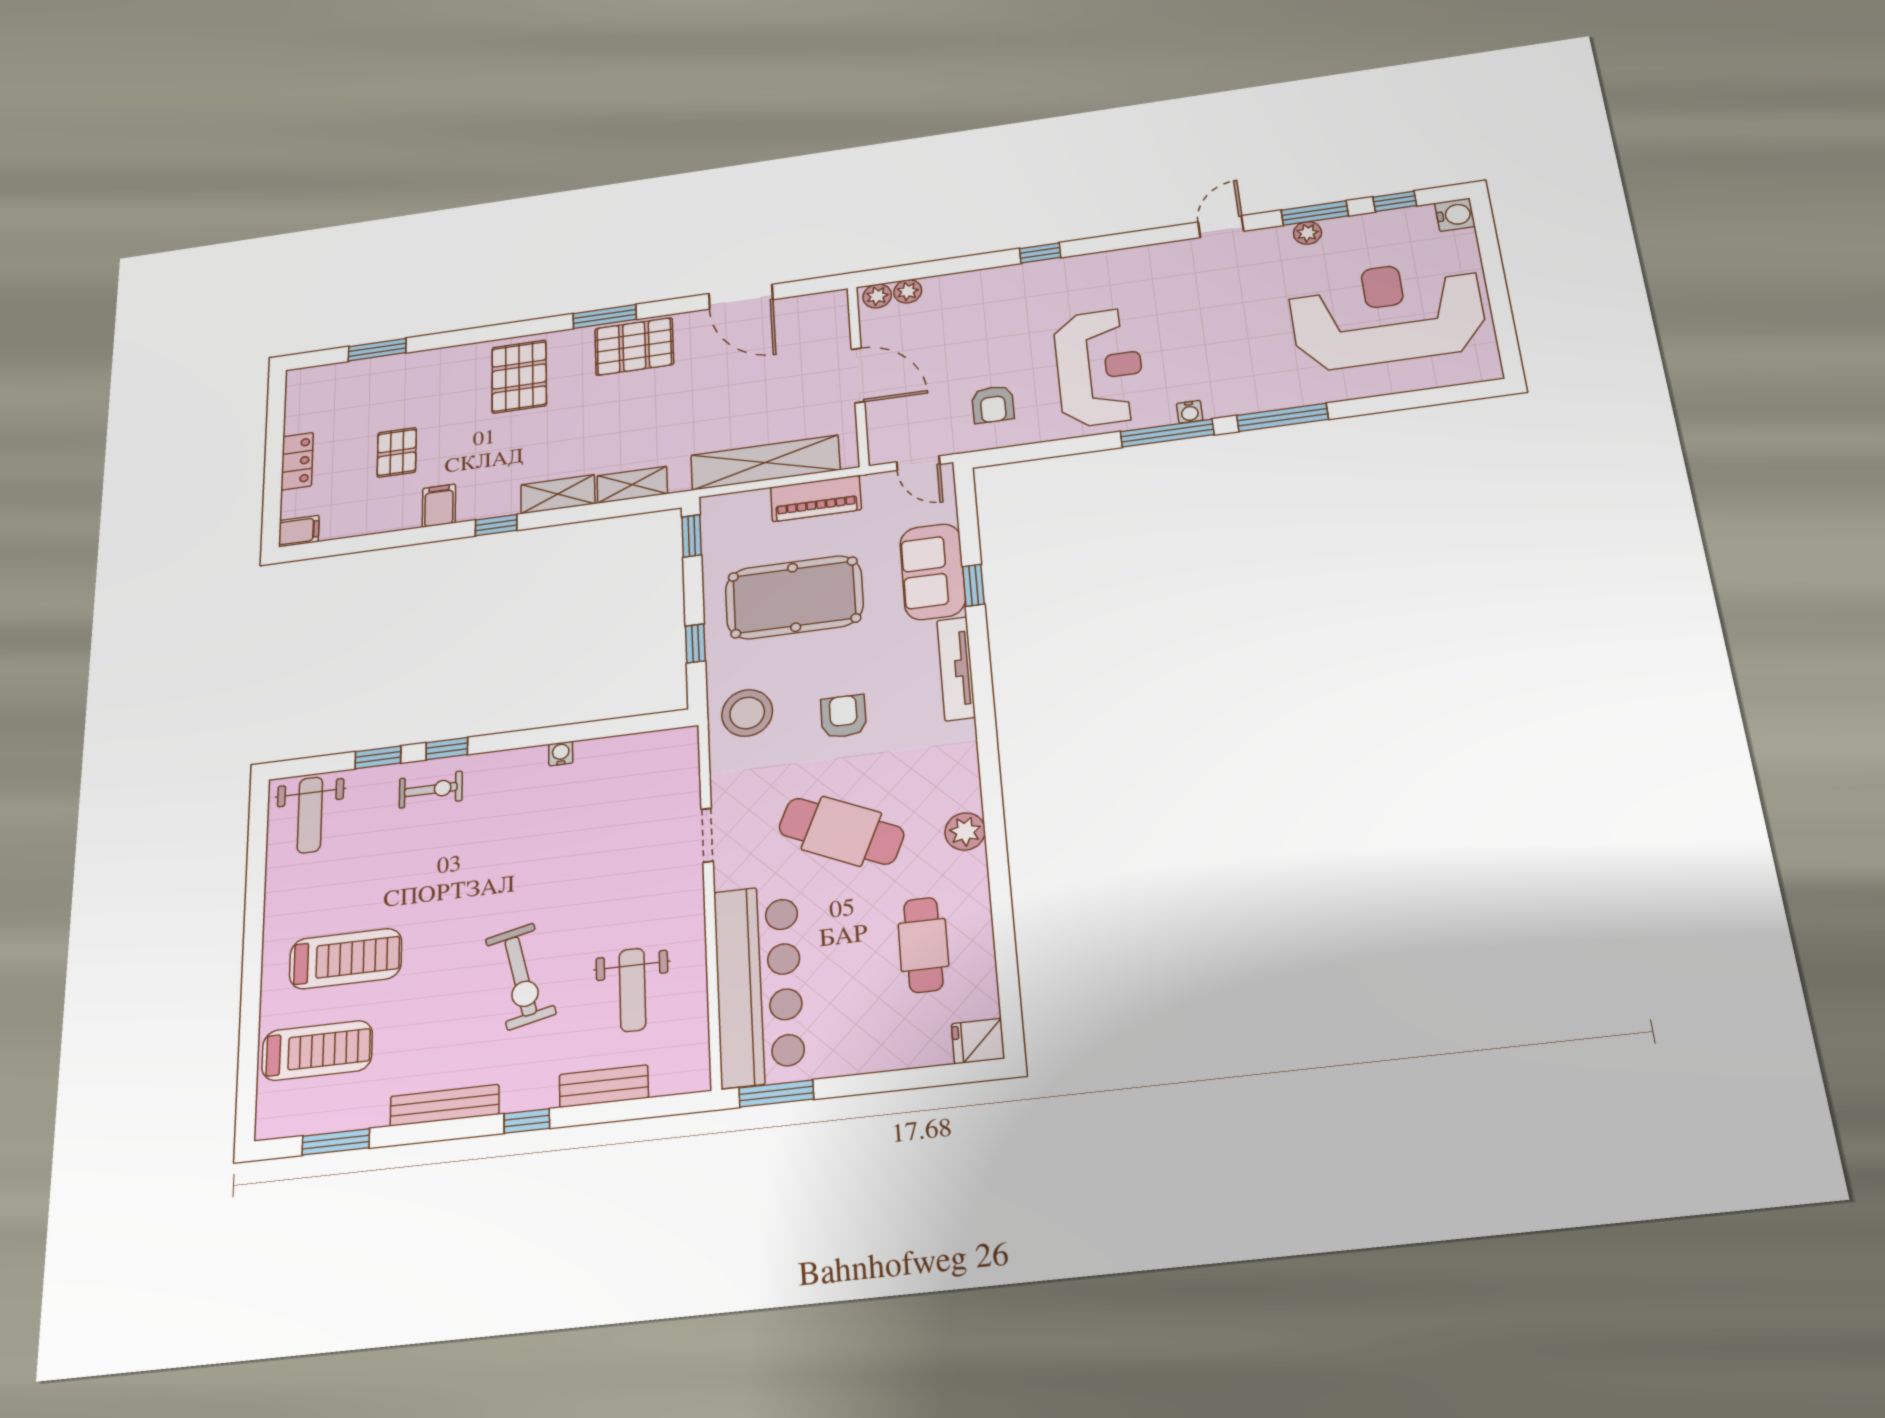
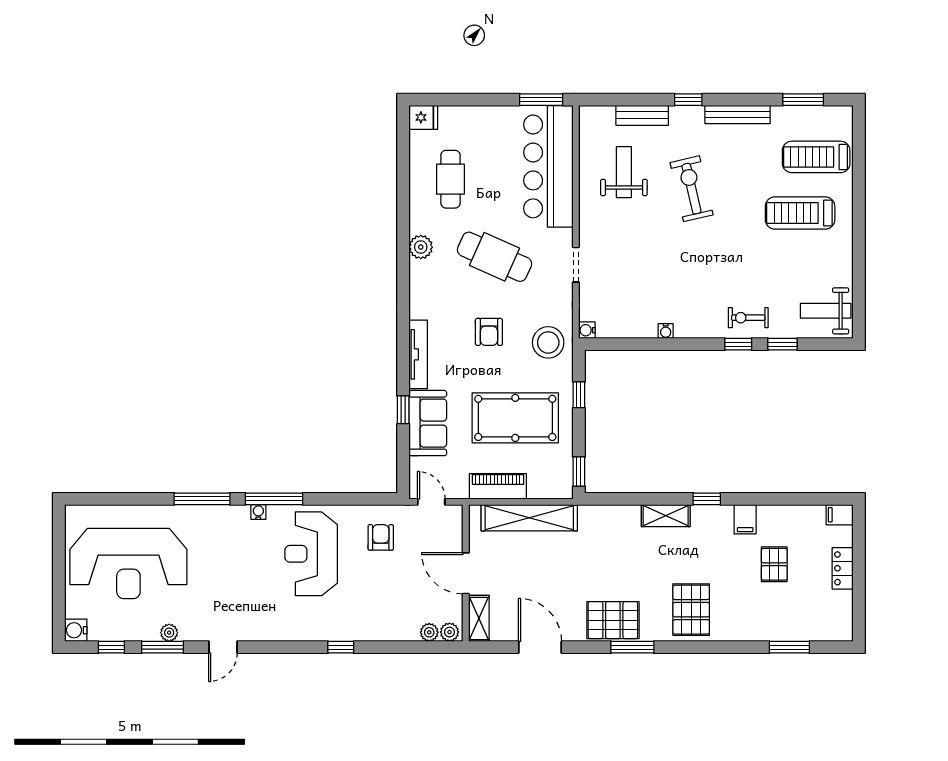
shelving: (632, 485) -> (479, 618), moved, turned 90
water cooler: (686, 739) -> (587, 330), added
weight bench: (310, 815) -> (826, 311), turned -90

